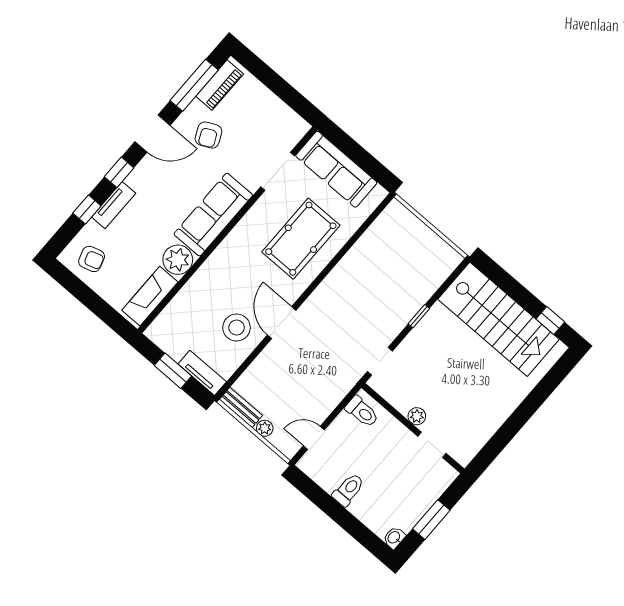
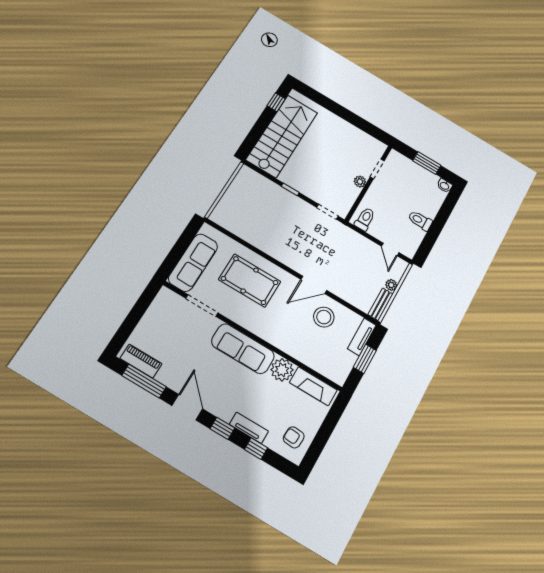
armchair: (208, 135) -> (182, 363), removed
armchair: (92, 259) -> (294, 437), turned -69

